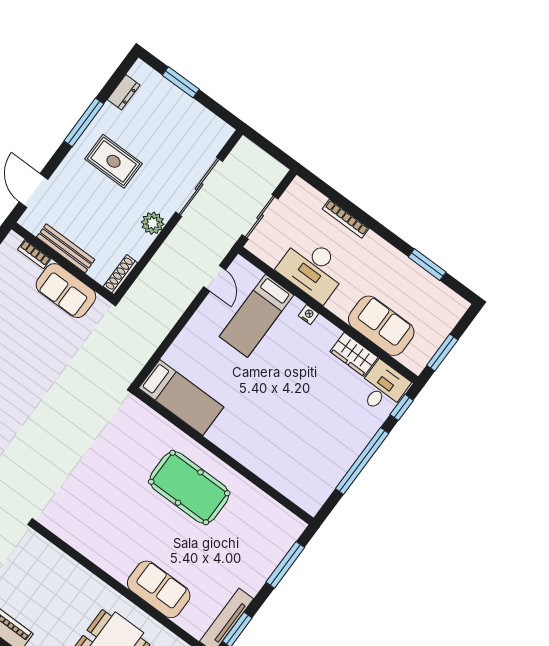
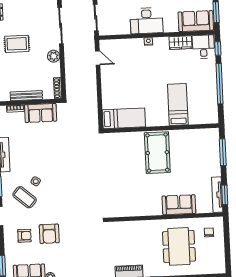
desk: (313, 269) -> (147, 21), moved
bed: (256, 316) -> (178, 105), moved, turned 180
sofa: (381, 326) -> (196, 21), moved
pool table: (189, 487) -> (157, 153), turned 90

